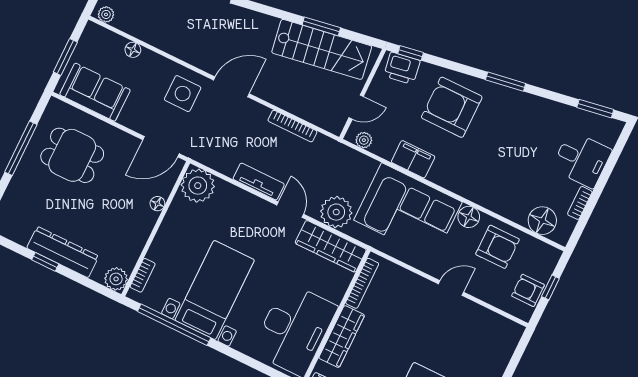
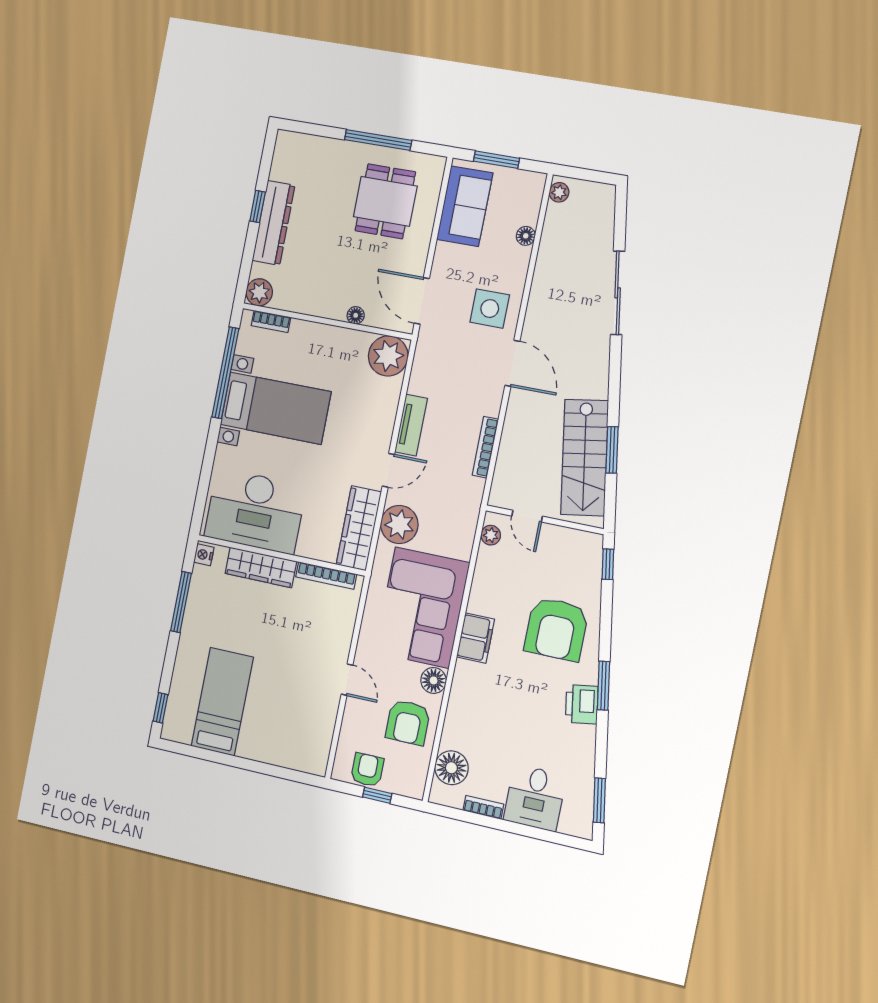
printer: (402, 68) -> (582, 704), moved
armchair: (452, 107) -> (556, 629), turned 180
filing cabinet: (413, 159) -> (476, 638), moved

